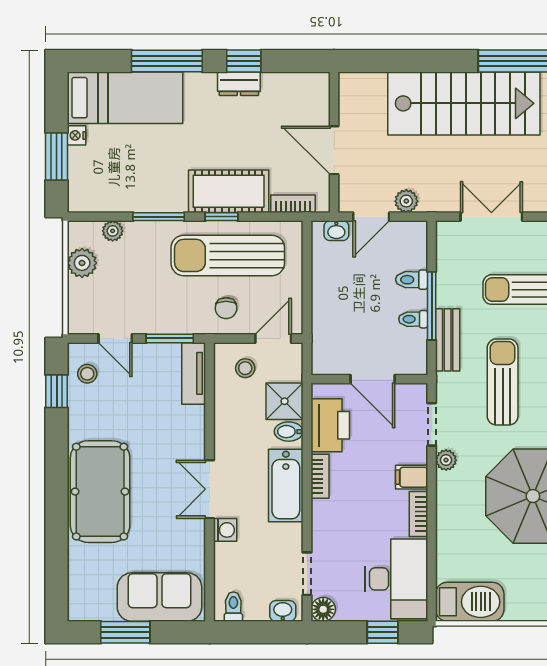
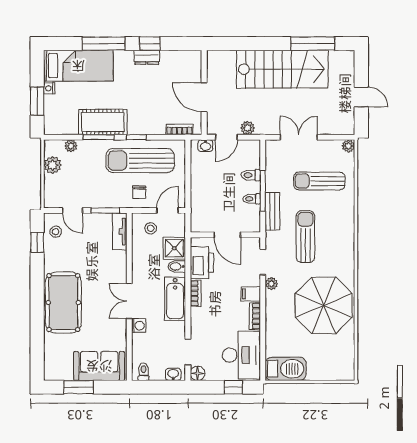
cot: (229, 191) -> (103, 122), moved

